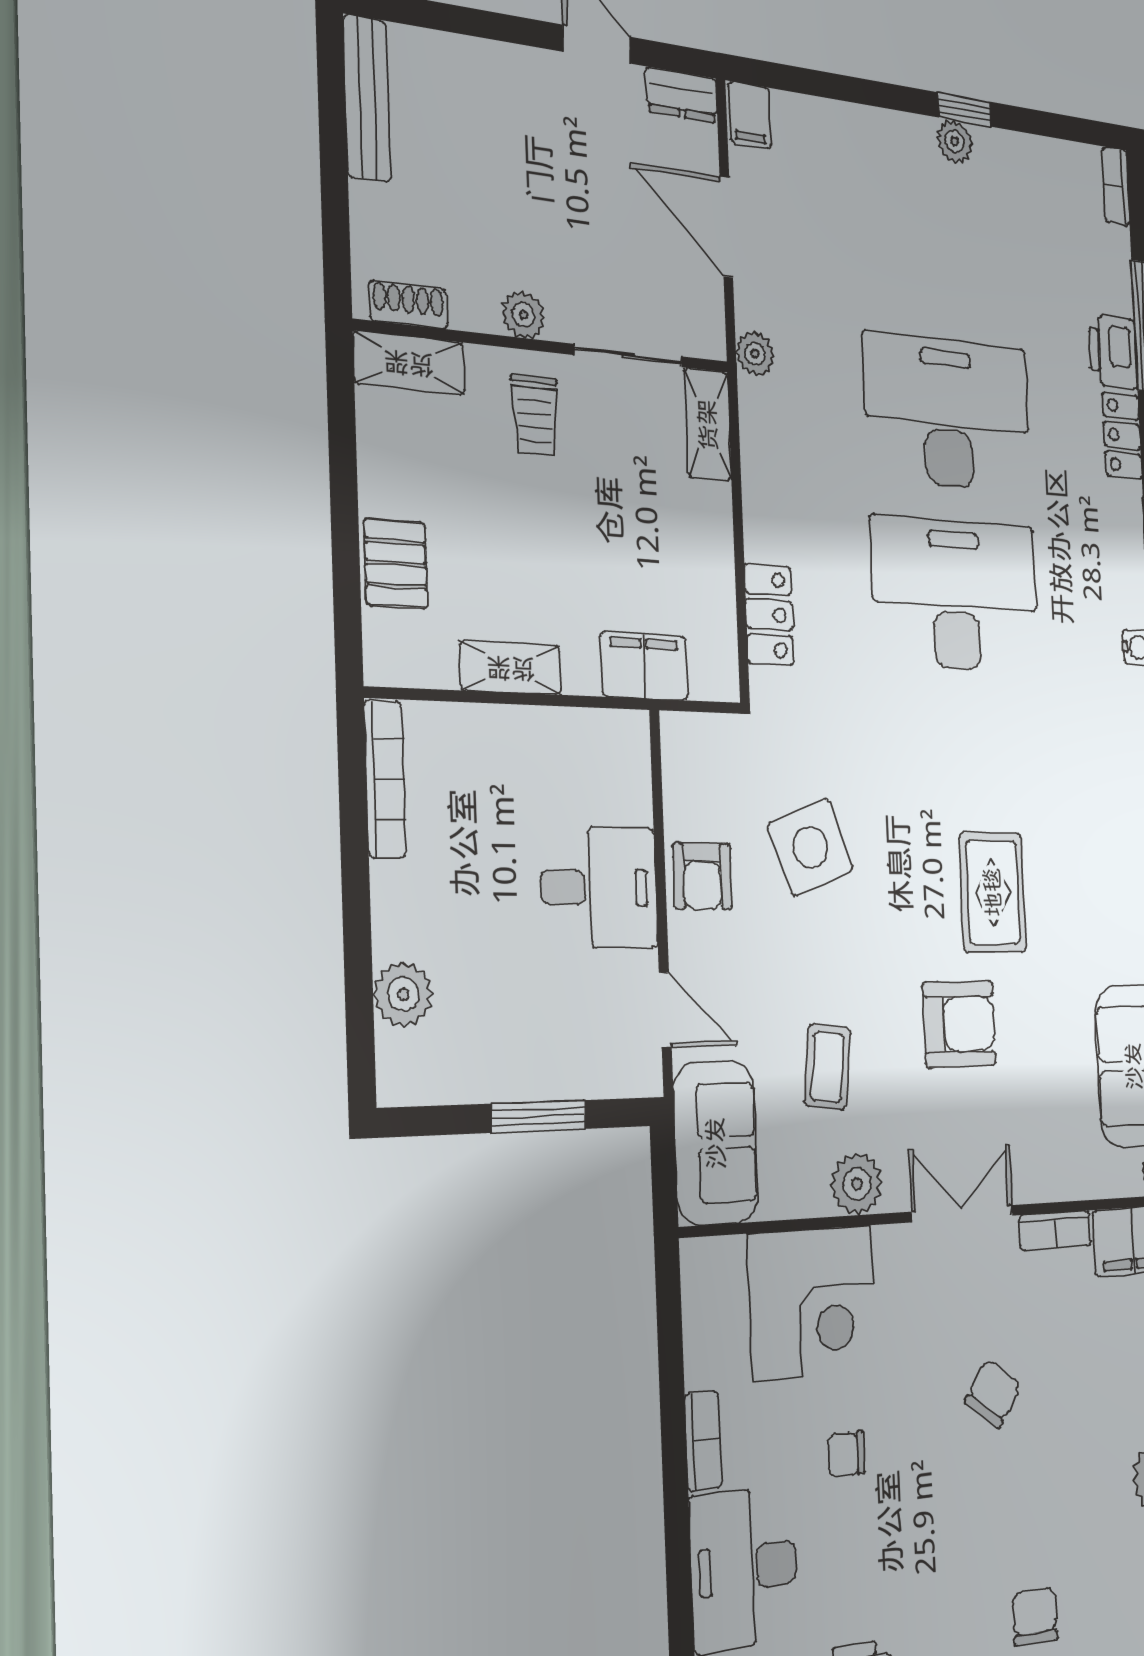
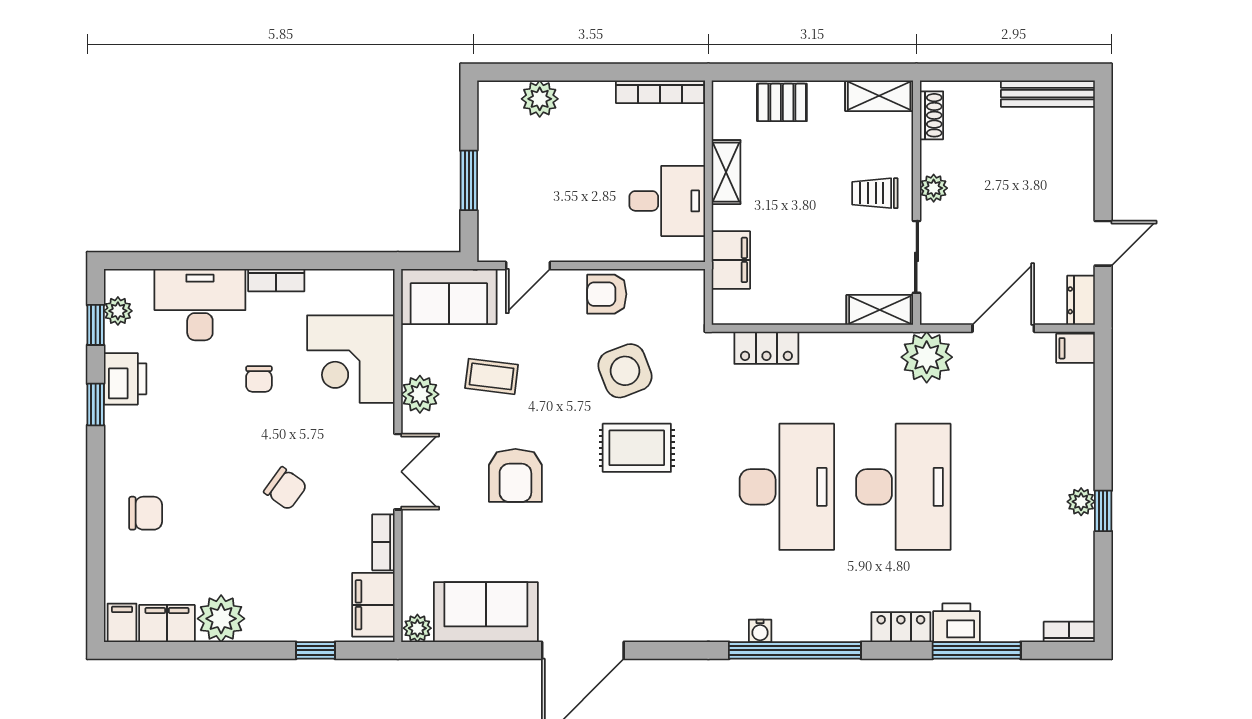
plant: (755, 354) -> (927, 357), width x1.87, depth x1.87
shelving: (409, 363) -> (879, 96), moved, turned 90
desk: (599, 887) -> (667, 201), moved, turned -90
rug: (993, 892) -> (637, 448), moved
chair: (847, 1454) -> (259, 379), turned 180

